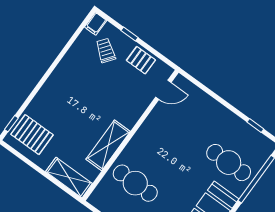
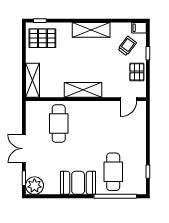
shelving: (61, 76) -> (91, 30), added
door: (163, 90) -> (129, 99), hinge flipped
pallet: (32, 135) -> (42, 38), turned 90
shelving: (108, 145) -> (83, 90), moved

